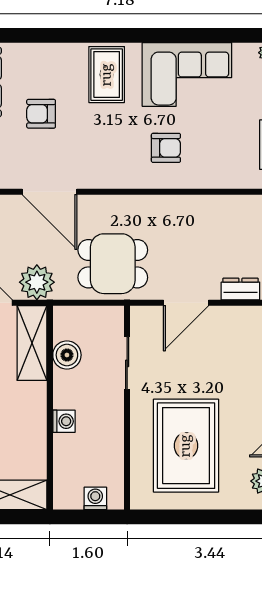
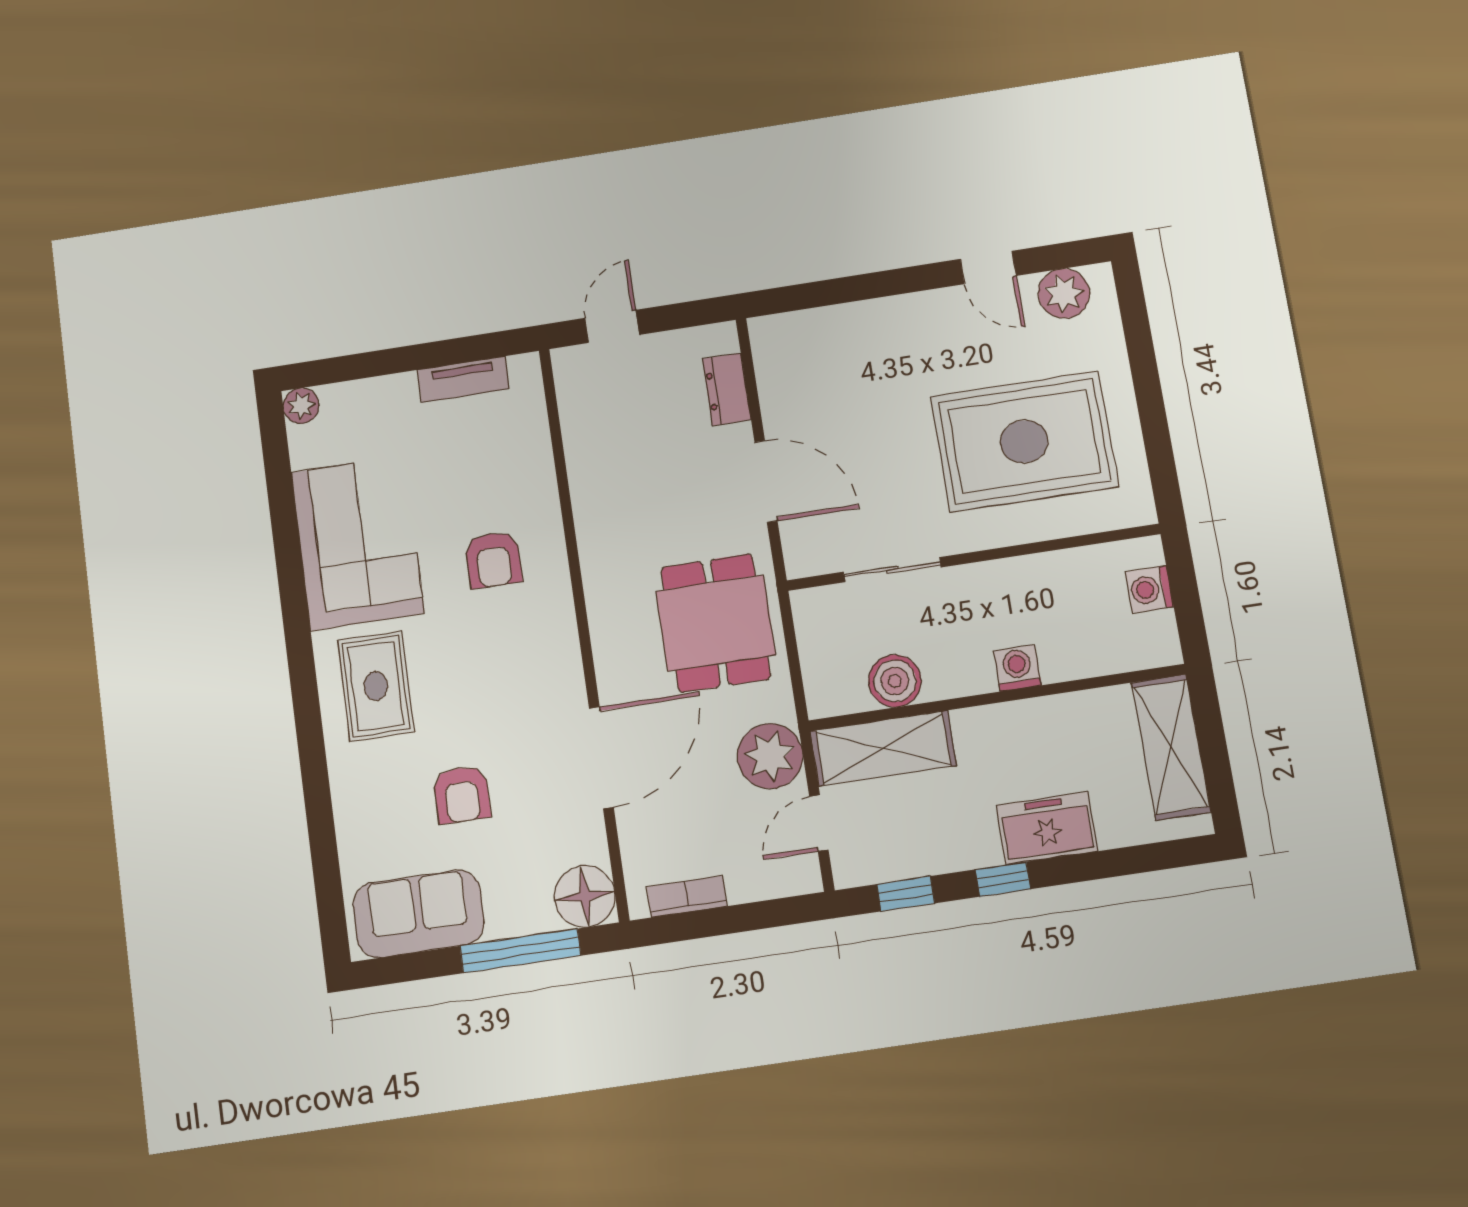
rug: (107, 75) -> (376, 686), turned 90
armchair: (166, 148) -> (493, 560), turned 180

